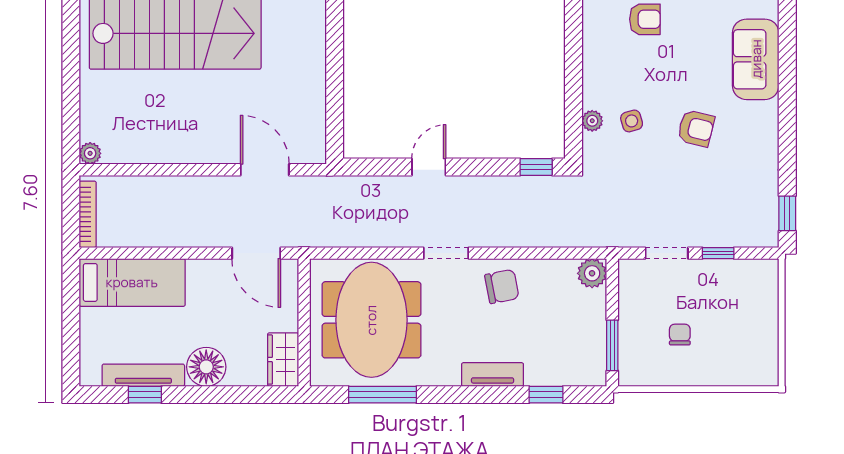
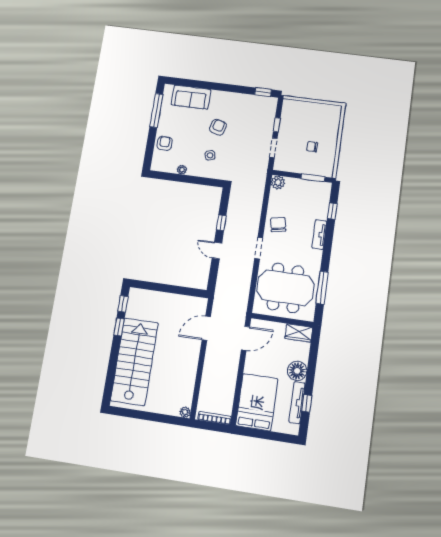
plant: (592, 121) -> (182, 170), moved
window: (536, 167) -> (221, 223), moved
bed: (132, 282) -> (257, 402), width x1.50

